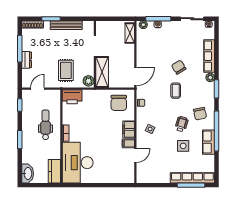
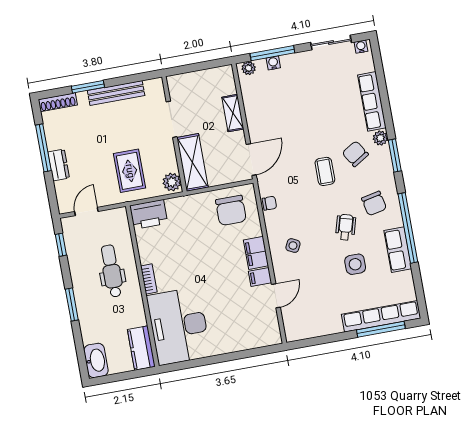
shelving: (130, 33) -> (233, 113), moved
chair: (179, 67) -> (355, 154), moved

